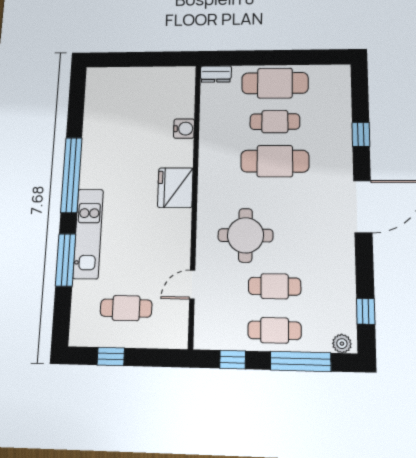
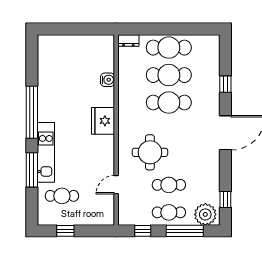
cafe table: (275, 122) -> (169, 75), width x1.37, depth x1.35
cafe table: (126, 308) -> (62, 196), moved
plant: (342, 344) -> (205, 214), width x1.88, depth x1.88

